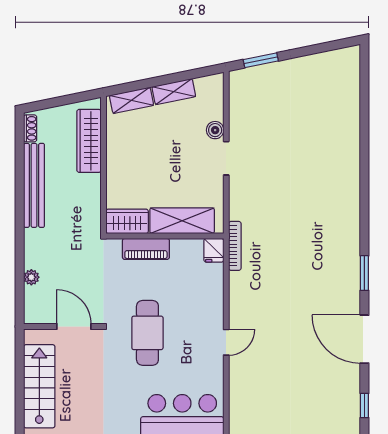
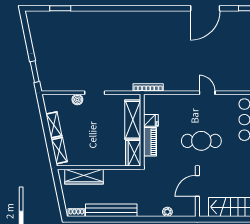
fridge: (214, 250) -> (151, 120), moved
window: (364, 273) -> (60, 8), moved

